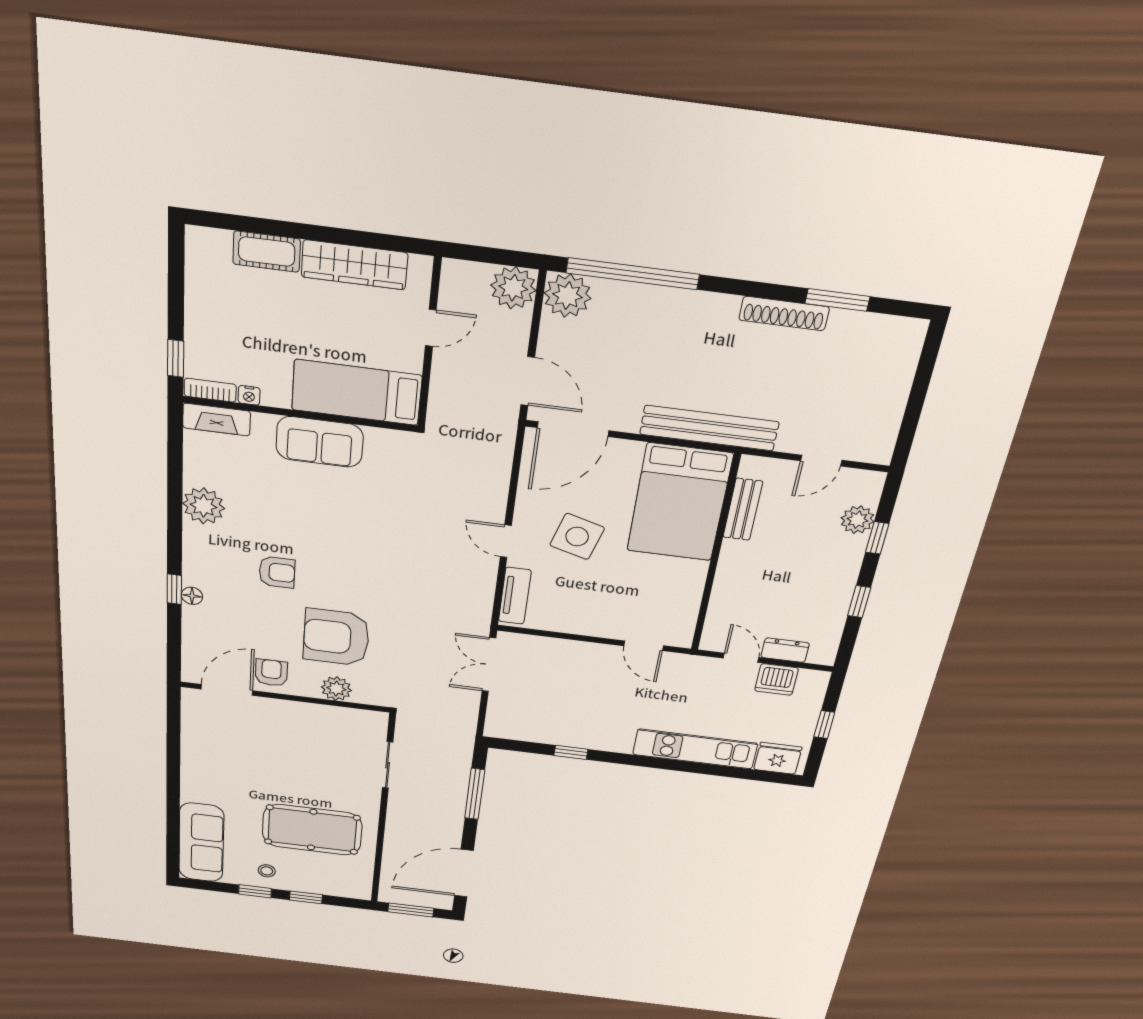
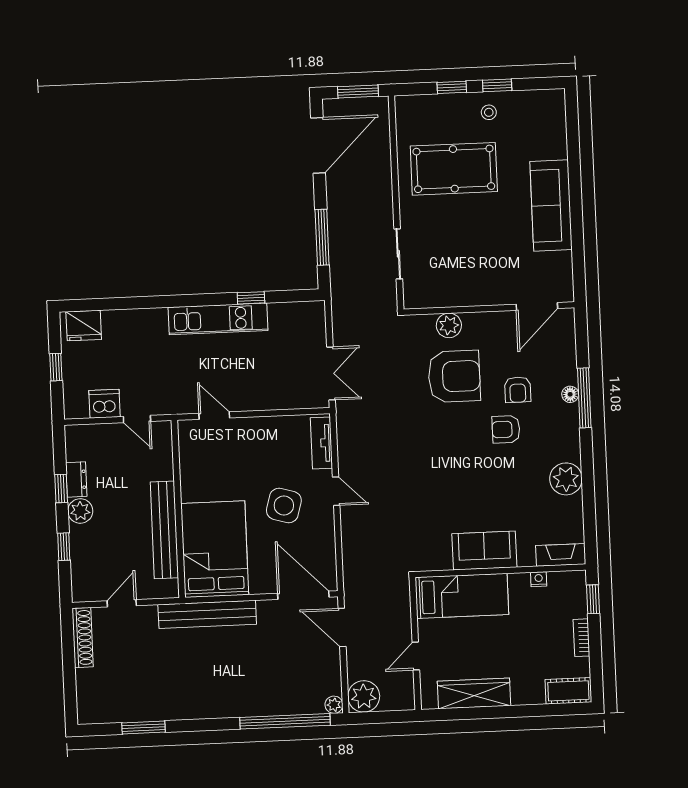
cot: (267, 252) -> (568, 691), moved
plant: (567, 296) -> (334, 705), width x0.53, depth x0.53
shoe rack: (784, 313) -> (83, 638), moved, turned 90
bookcase: (210, 390) -> (582, 638), moved, turned 90
door: (573, 429) -> (303, 595), hinge flipped
bench: (743, 509) -> (164, 530), width x1.86, depth x1.21
plant: (857, 520) -> (80, 511), moved
window: (174, 589) -> (584, 398), width x2.17
dresser: (785, 650) -> (76, 480), moved, turned -90
armchair: (271, 673) -> (518, 390), moved
kitchen unit: (695, 749) -> (218, 319), moved
sofa: (201, 843) -> (551, 205), moved

